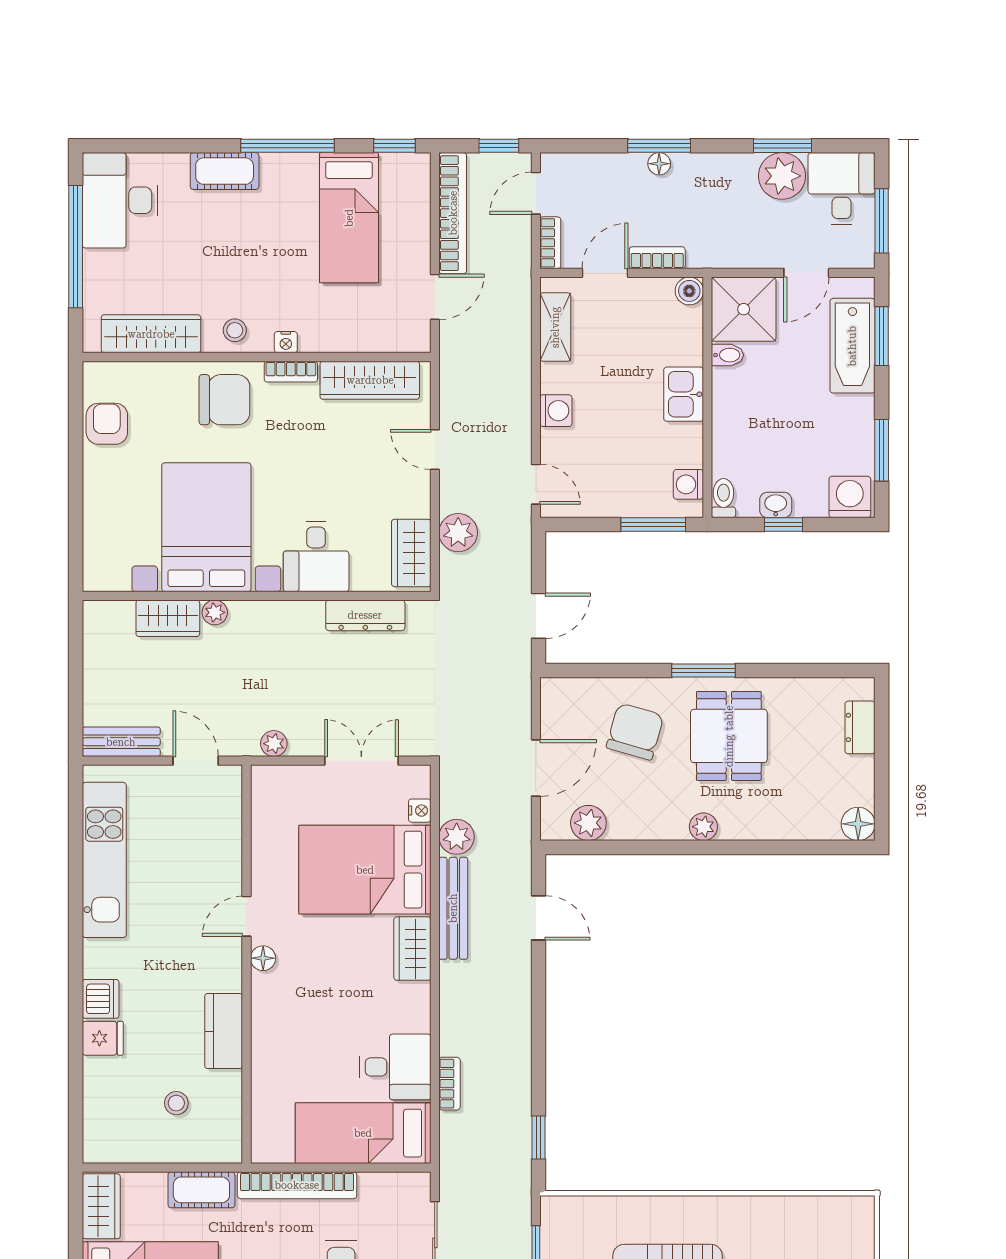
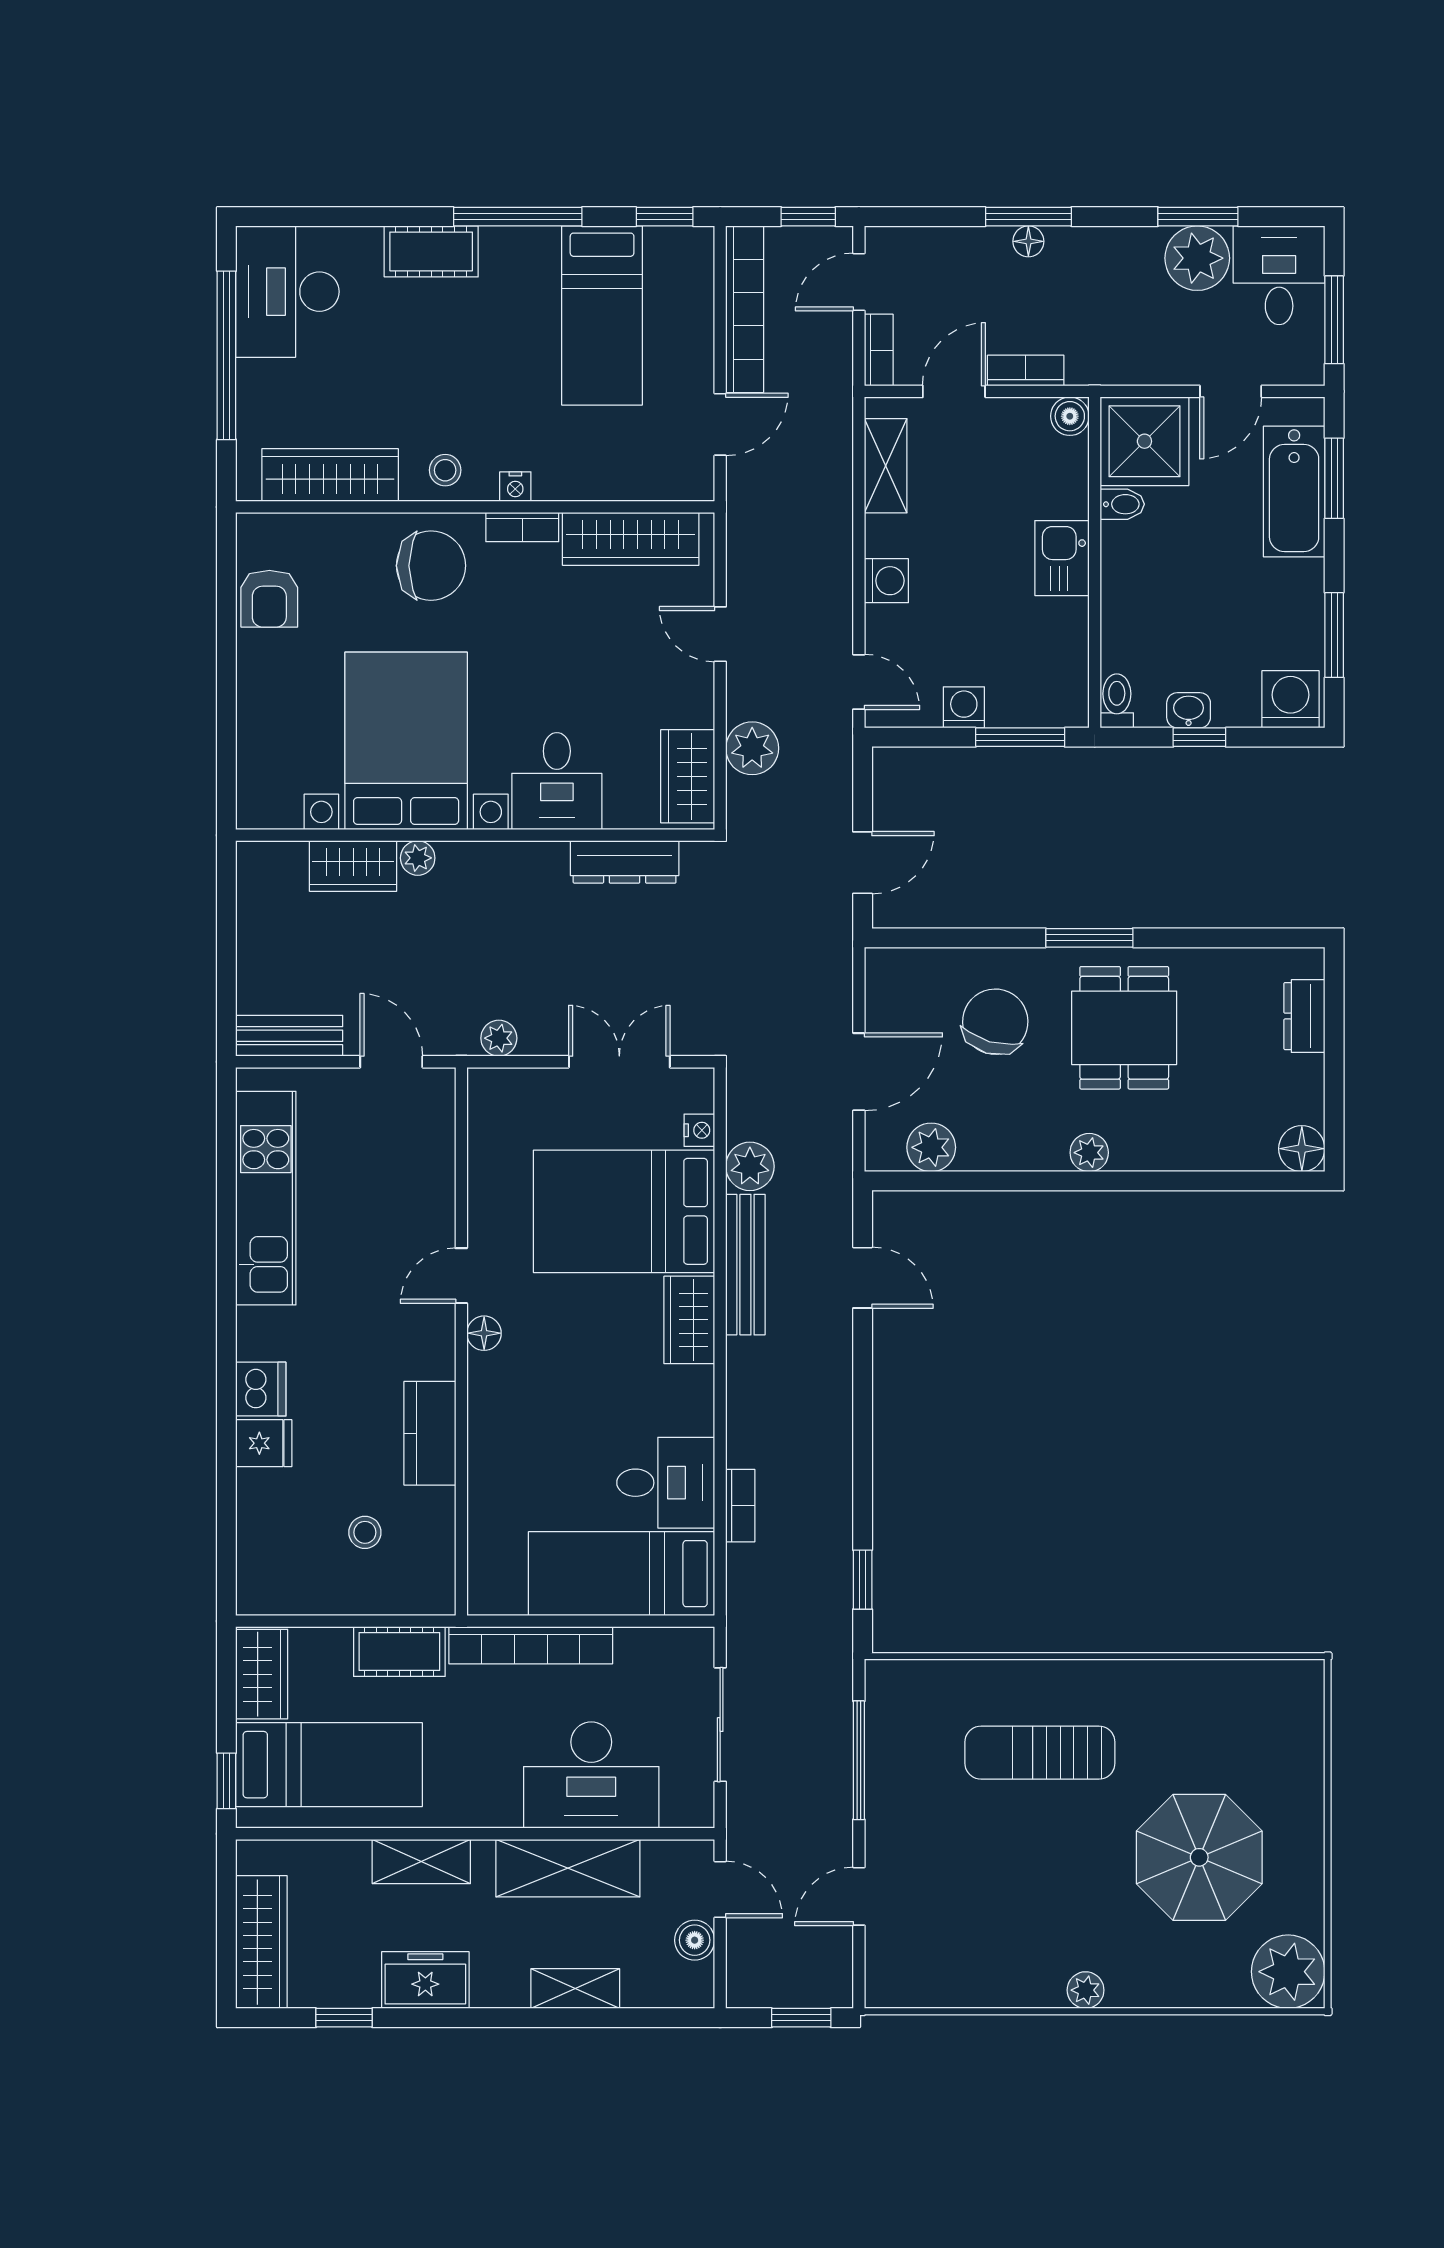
armchair: (107, 424) -> (269, 599), turned 180
washing machine: (688, 484) -> (964, 707), moved, turned 90

